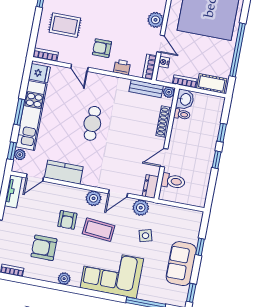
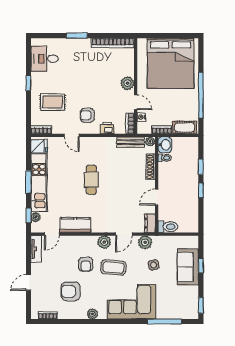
toilet: (173, 181) -> (168, 227), moved
sofa: (181, 264) -> (188, 267), moved

